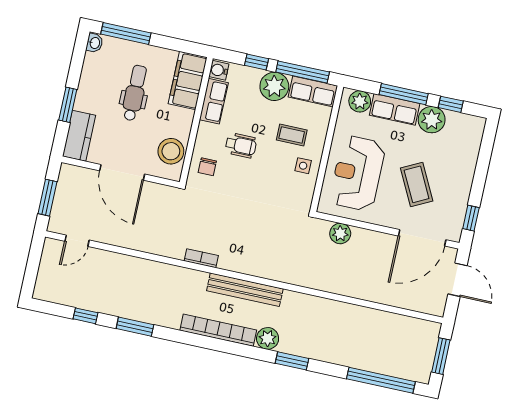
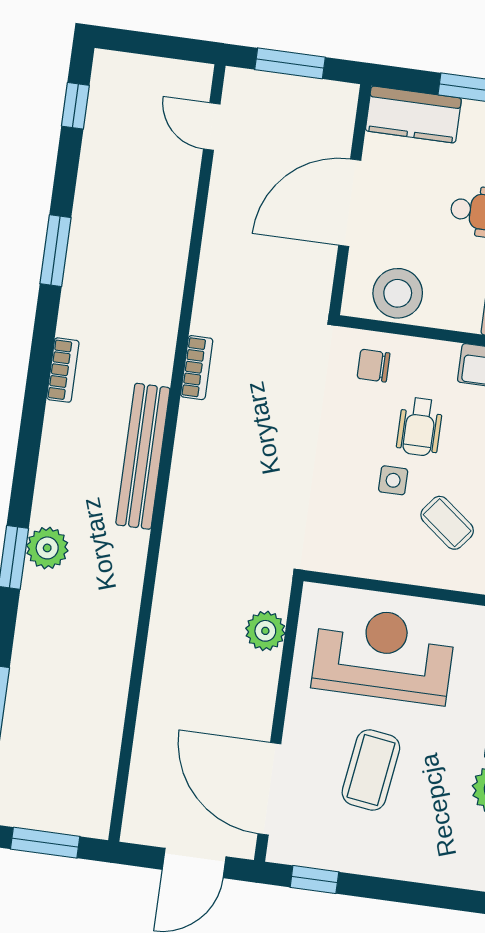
coffee table: (292, 135) -> (447, 523), turned -52
side table: (303, 166) -> (393, 480), moved
coffee table: (417, 184) -> (371, 770), turned -55
window: (85, 316) -> (75, 106), moved
bookcase: (218, 330) -> (63, 370), width x0.43, depth x0.76
plant: (268, 338) -> (47, 548), moved

